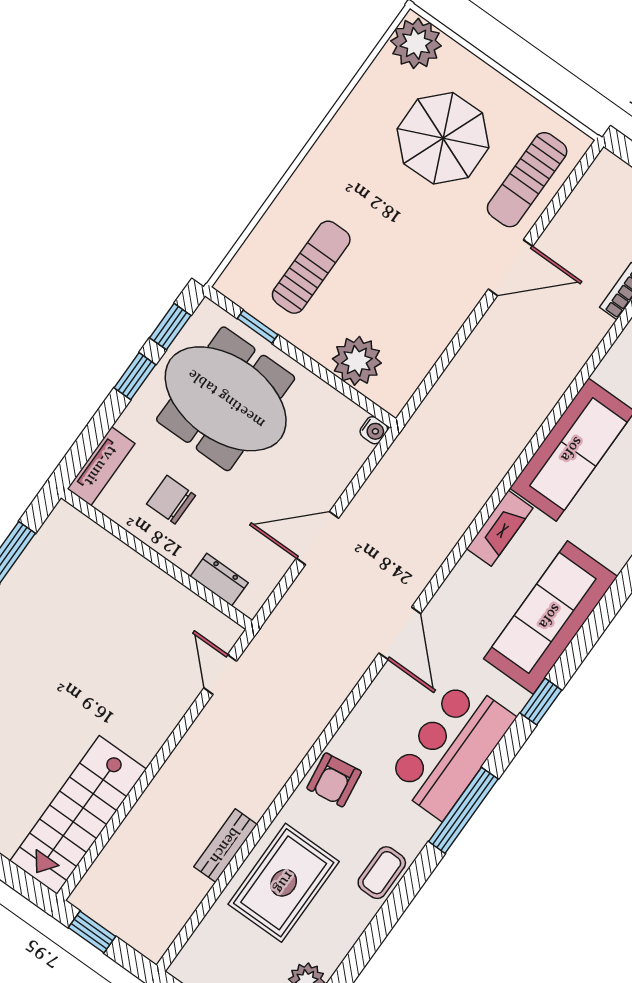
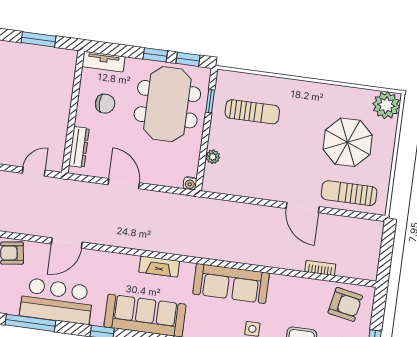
plant: (357, 361) -> (213, 157), width x0.53, depth x0.53
chair: (171, 500) -> (105, 104), turned 90
fireplace: (500, 528) -> (159, 267), moved
dresser: (219, 580) -> (79, 147), width x1.44
door: (400, 633) -> (67, 243), moved

